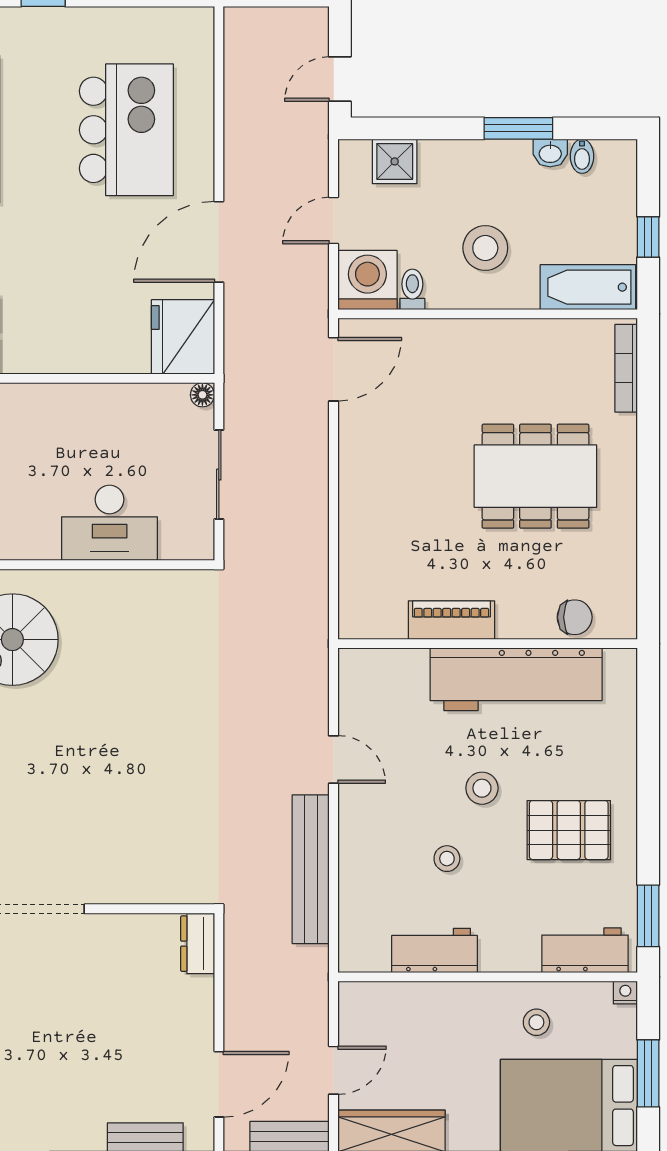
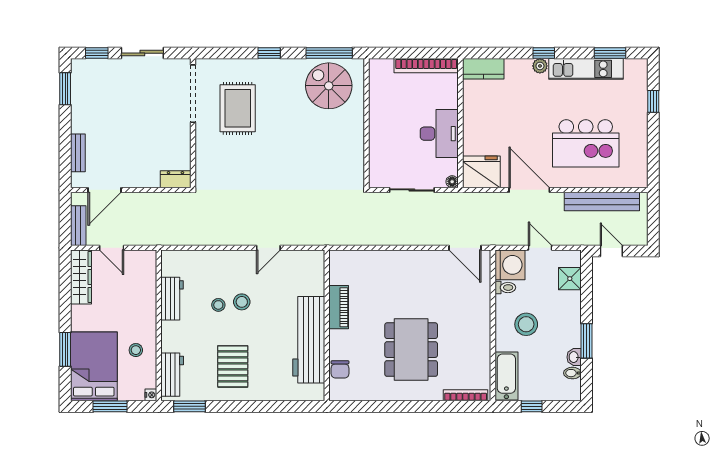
desk: (110, 523) -> (439, 134), moved, turned 180
stool: (482, 788) -> (242, 302), moved
rug: (57, 820) -> (238, 108), added
bench: (311, 869) -> (602, 201), moved
door: (219, 1084) -> (105, 190), hinge flipped

